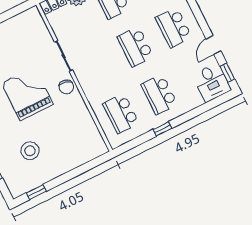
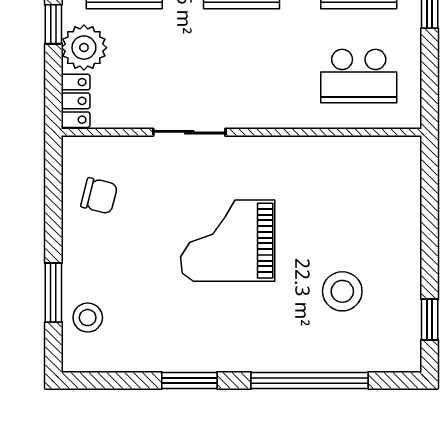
chair: (66, 87) -> (99, 196), moved

